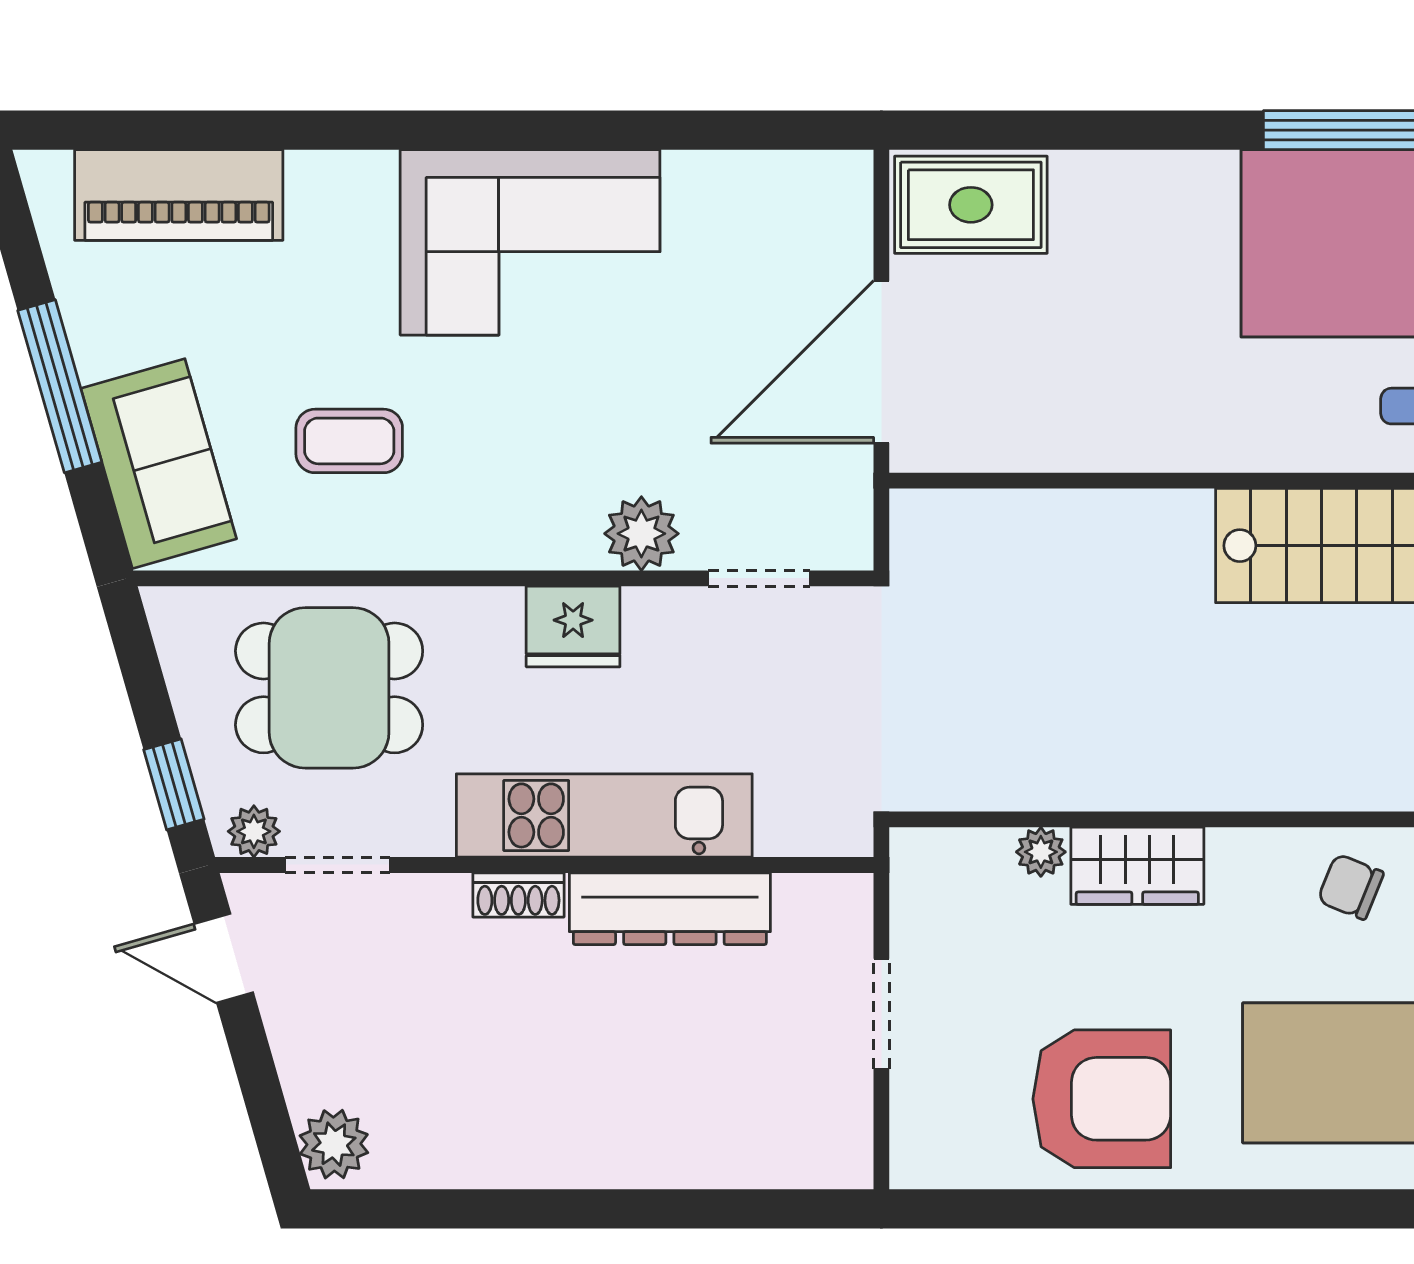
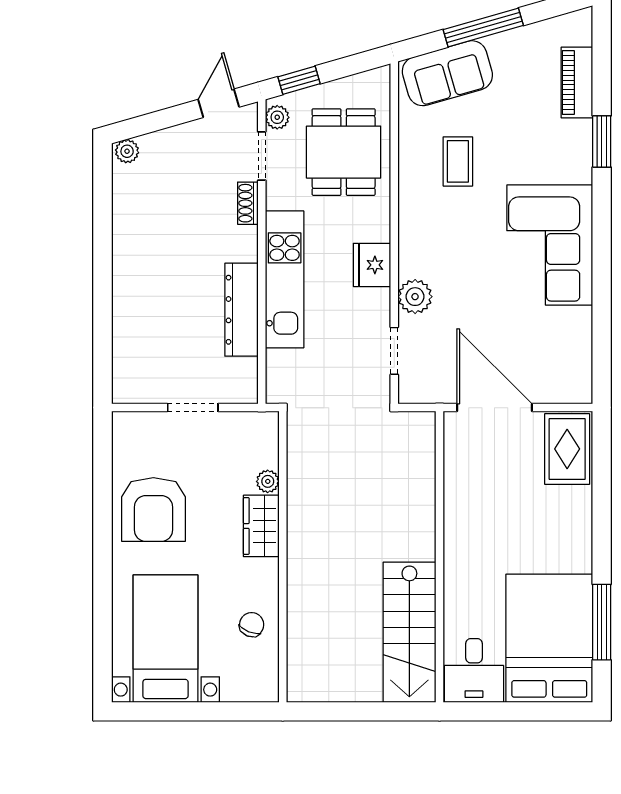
window: (306, 130) -> (602, 141), added
piano: (179, 195) -> (577, 83), width x0.73, depth x0.75
shoe rack: (518, 895) -> (248, 203), moved
plant: (334, 1144) -> (127, 151), width x0.73, depth x0.73

